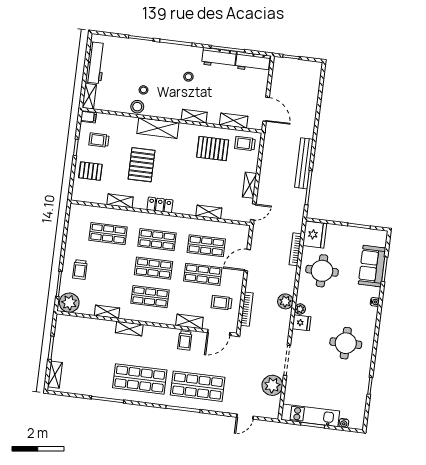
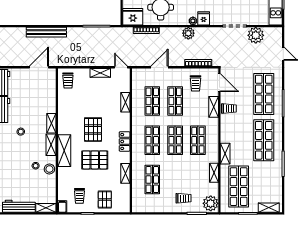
shelving: (234, 121) -> (51, 145), moved
pallet: (213, 149) -> (93, 130), moved
bench: (304, 163) -> (46, 32), moved
door: (247, 260) -> (160, 67), swing flipped
shop shelf: (86, 340) -> (239, 187), added

